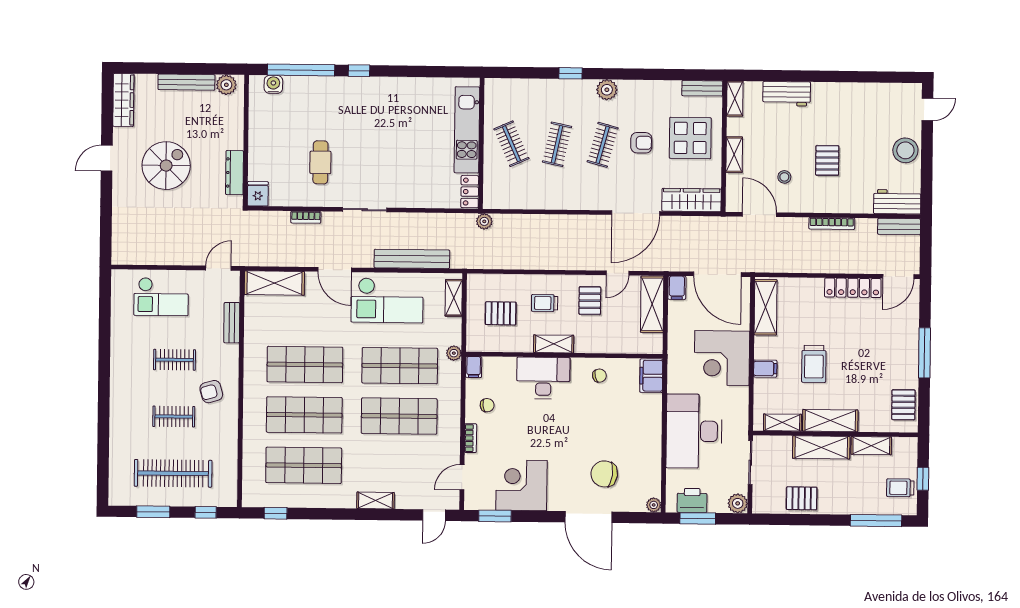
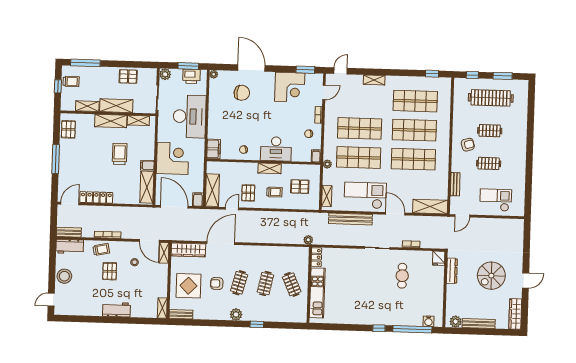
workbench: (787, 94) -> (116, 310), moved
shelving: (734, 155) -> (164, 253), moved
trolley: (842, 198) -> (101, 249), added
filing cabinet: (765, 369) -> (147, 165), moved

